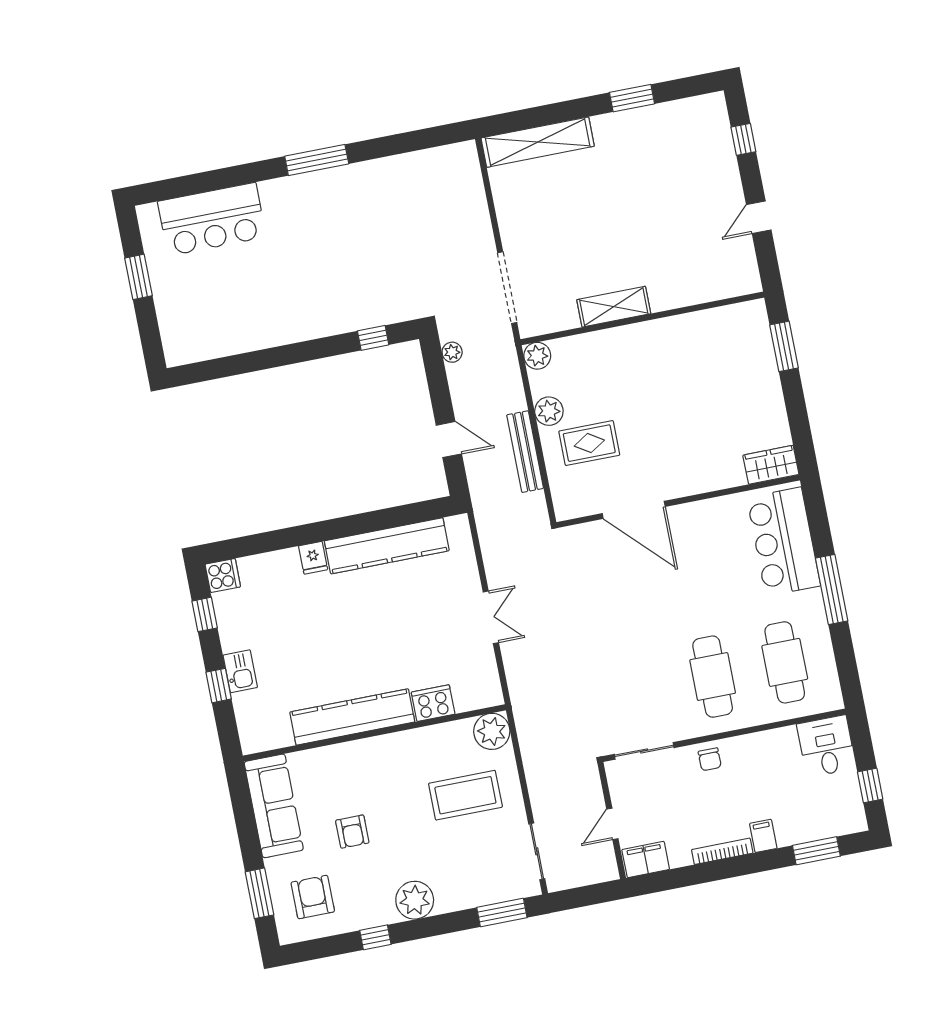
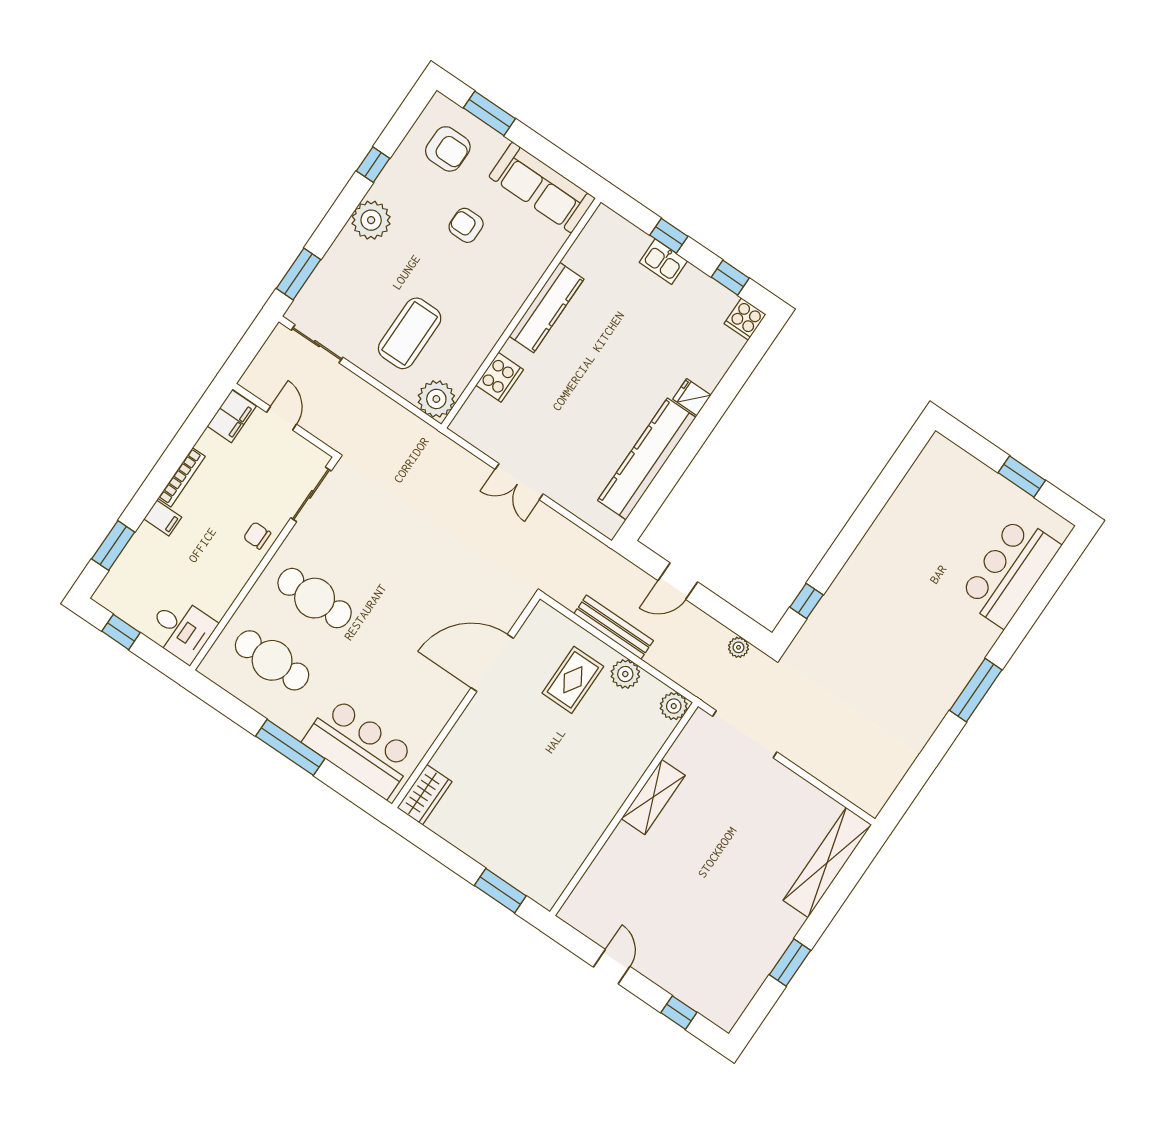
kitchen counter: (352, 717) -> (547, 308), width x0.72, depth x0.86

